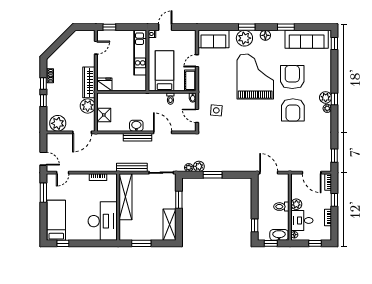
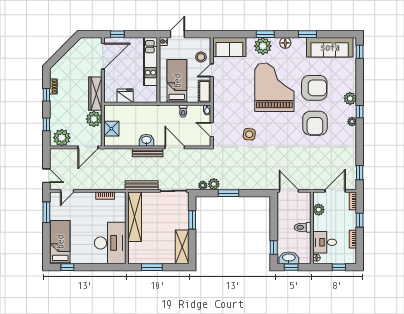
door: (96, 48) -> (103, 56), width x1.88
stool: (187, 48) -> (201, 57), added
armchair: (292, 77) -> (314, 88), turned 90
fridge: (104, 84) -> (125, 96), moved
plant: (326, 97) -> (350, 98), moved
window: (43, 101) -> (46, 124), moved
side table: (216, 110) -> (249, 134), moved
door: (312, 173) -> (335, 191), swing flipped
plant: (296, 204) -> (319, 210), moved
washbasin: (279, 235) -> (289, 258), moved

